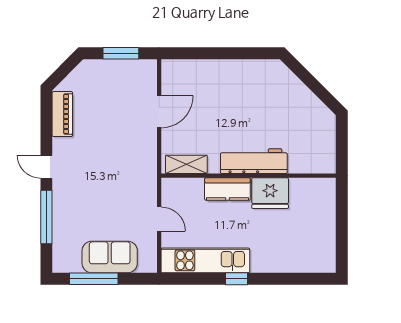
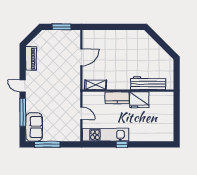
workbench: (254, 161) -> (148, 83), moved
sofa: (110, 257) -> (34, 127), moved, turned 90

